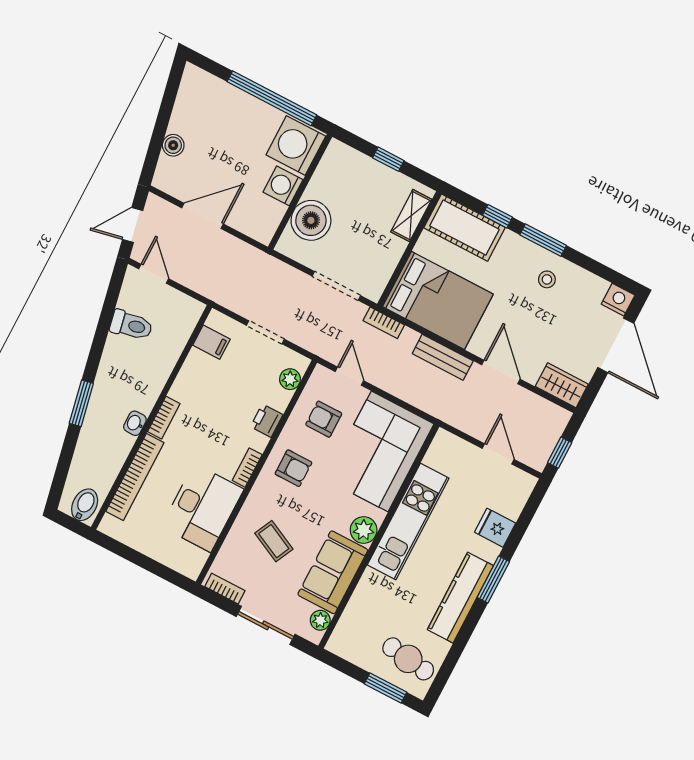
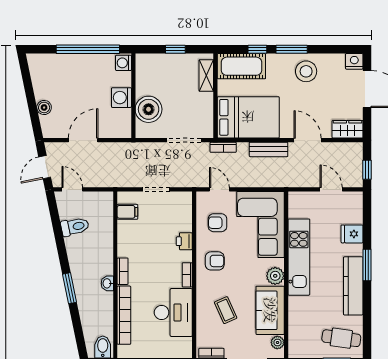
washing machine: (296, 146) -> (124, 63), width x0.53, depth x0.53
stool: (547, 279) -> (306, 71), width x1.89, depth x1.89
plant: (290, 379) -> (185, 210), removed
coffee table: (274, 541) -> (226, 310), turned 40

